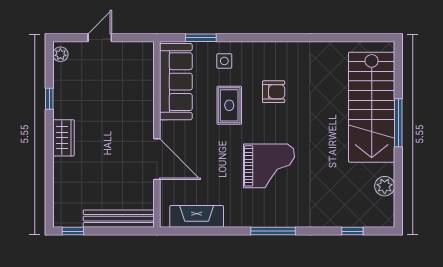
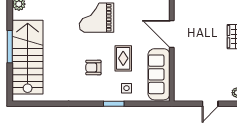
window: (201, 38) -> (114, 104), moved
door: (157, 159) -> (172, 34), moved

